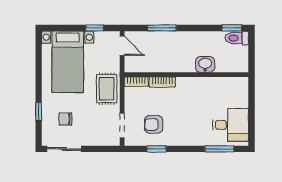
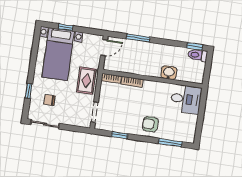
window: (94, 28) -> (66, 27), moved
door: (122, 46) -> (104, 48), hinge flipped
armchair: (154, 124) -> (150, 124), moved
desk: (231, 125) -> (186, 99), moved

